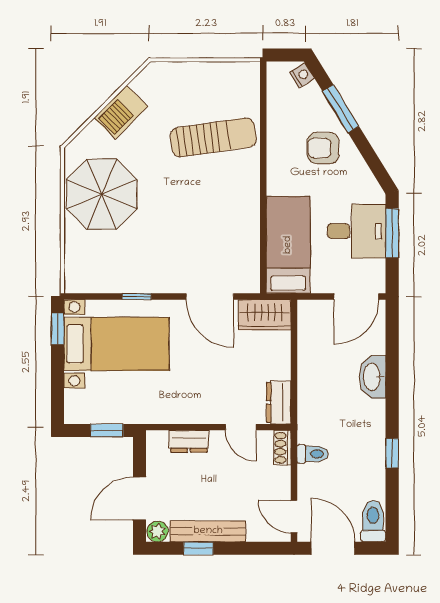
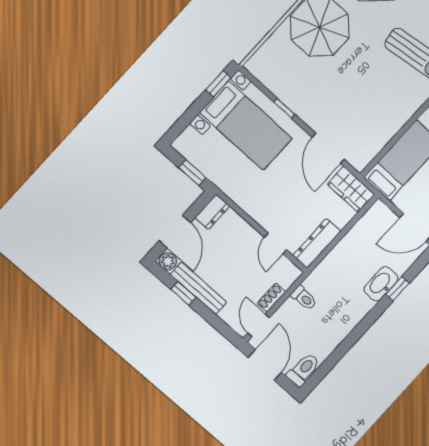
dresser: (279, 402) -> (317, 243), width x1.44
dresser: (189, 441) -> (212, 212), moved, turned -90
shoe rack: (282, 448) -> (271, 298), moved
window: (392, 453) -> (397, 289), moved
door: (140, 499) -> (175, 232), swing flipped

